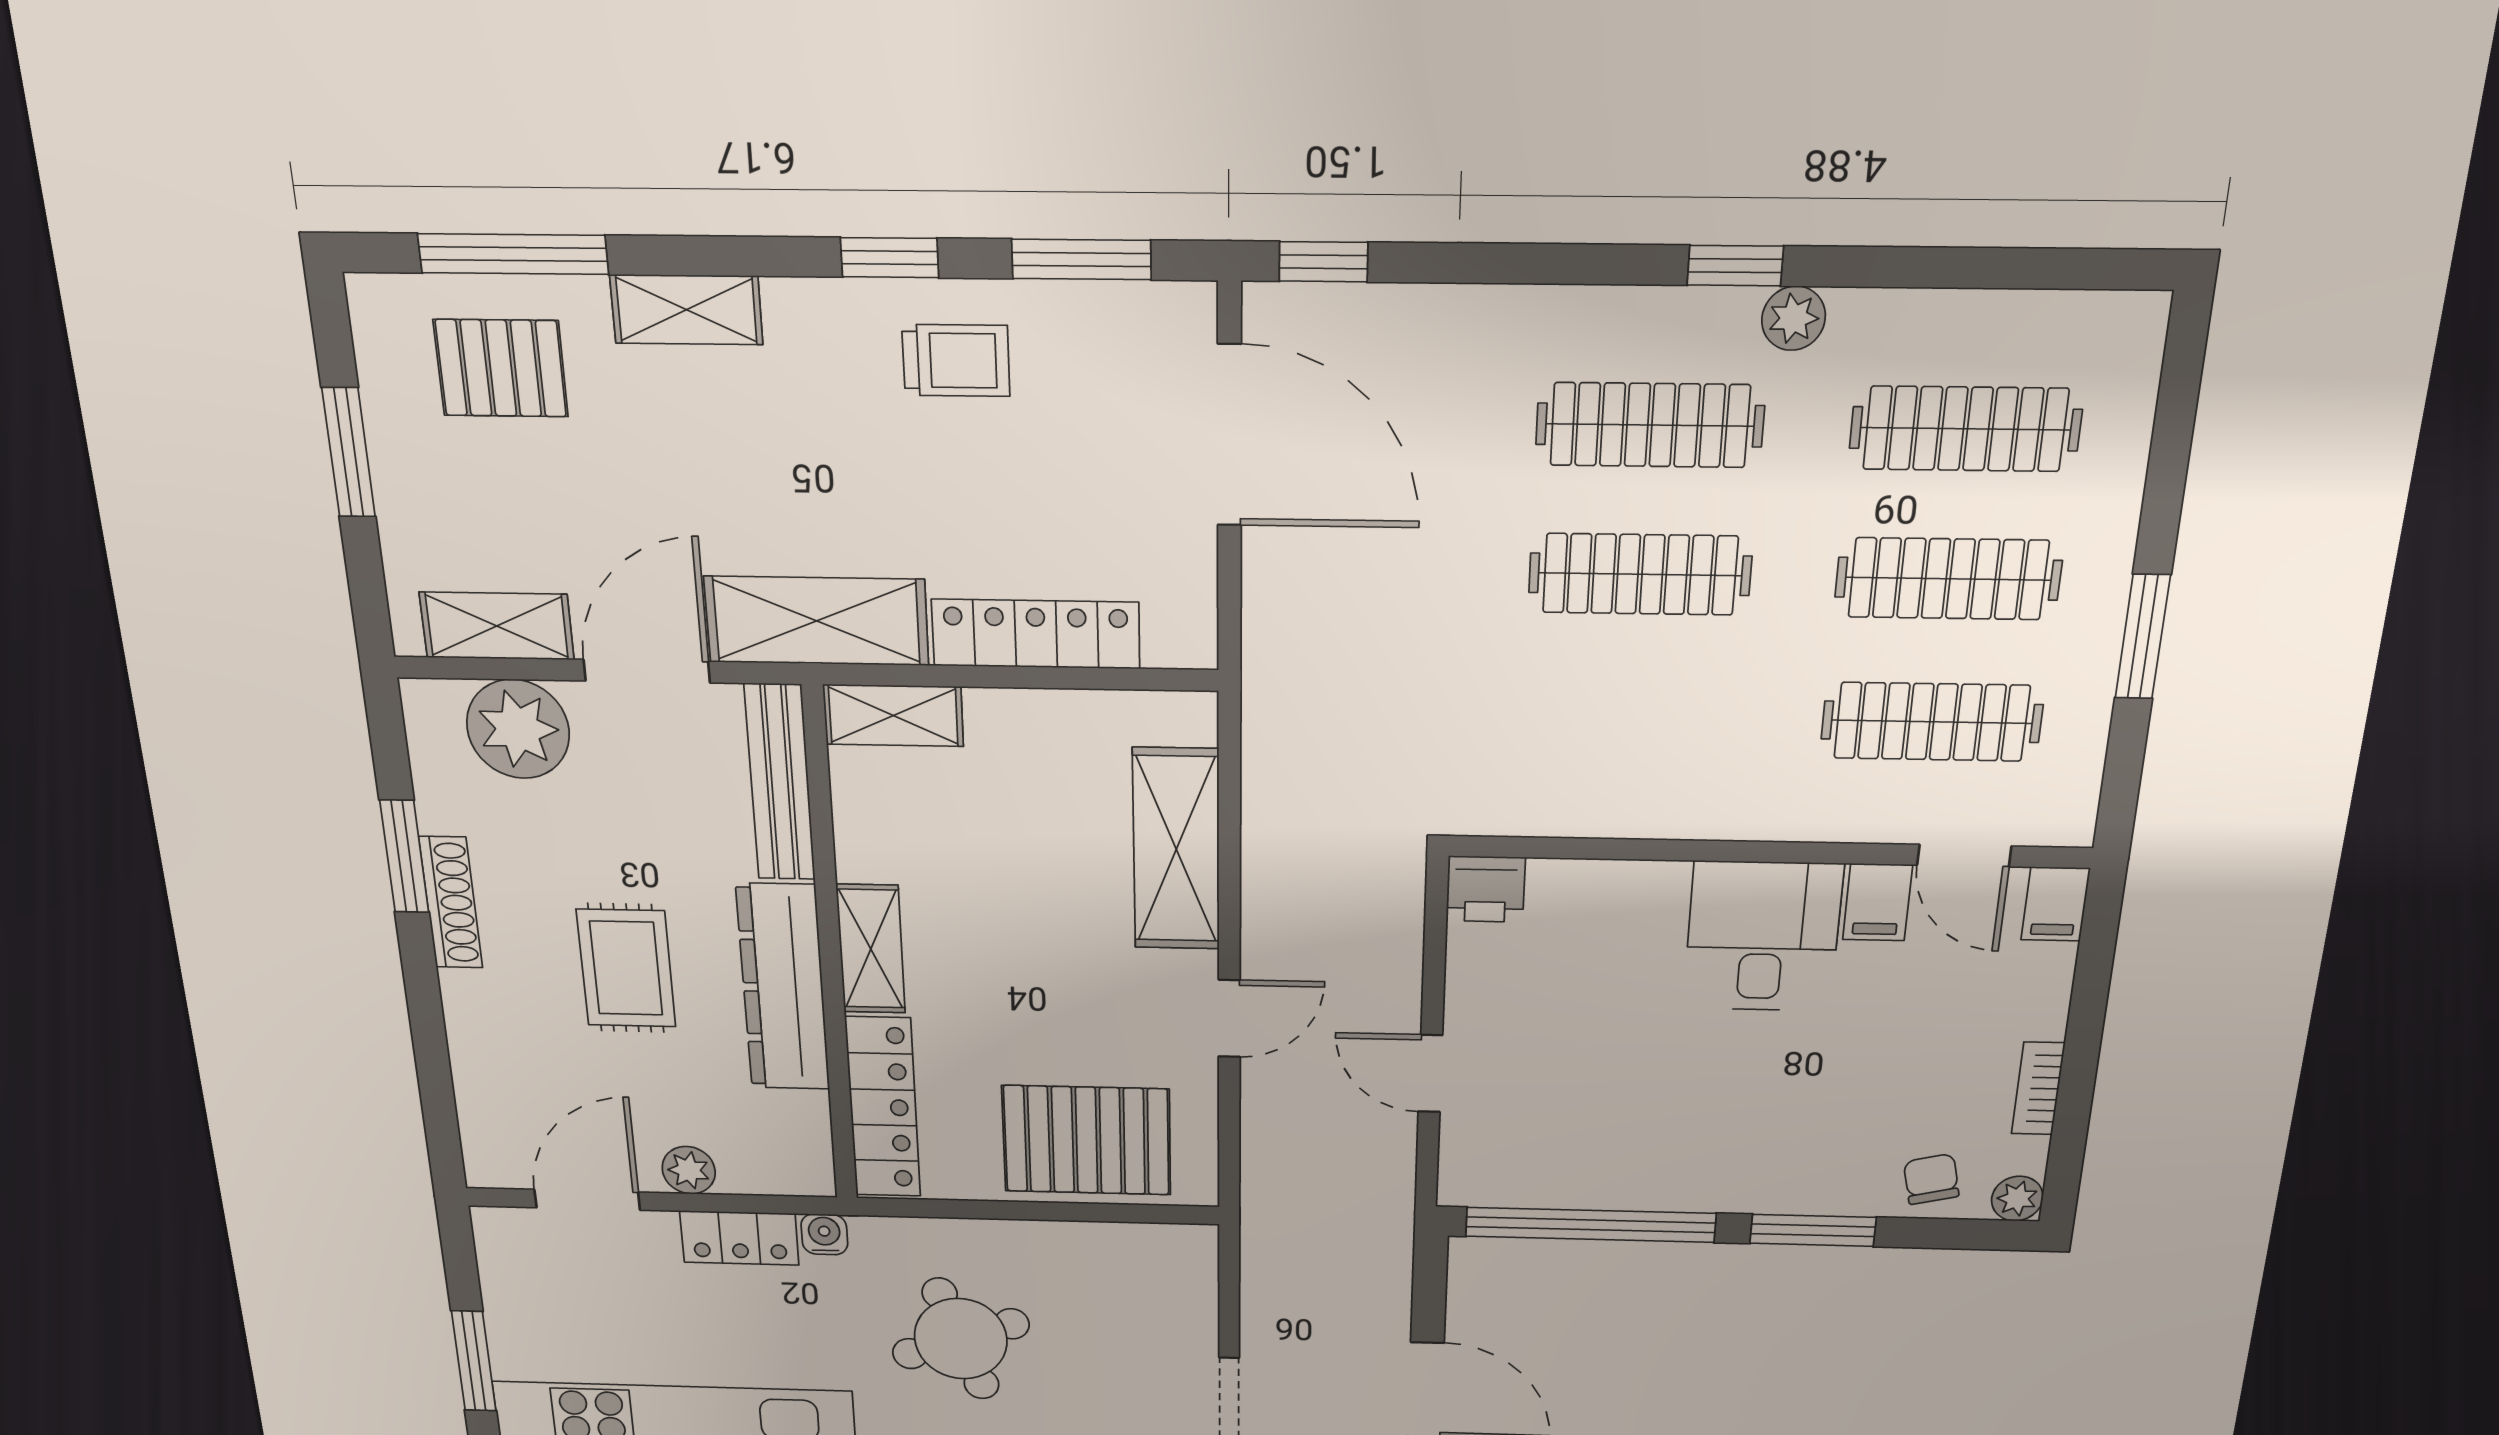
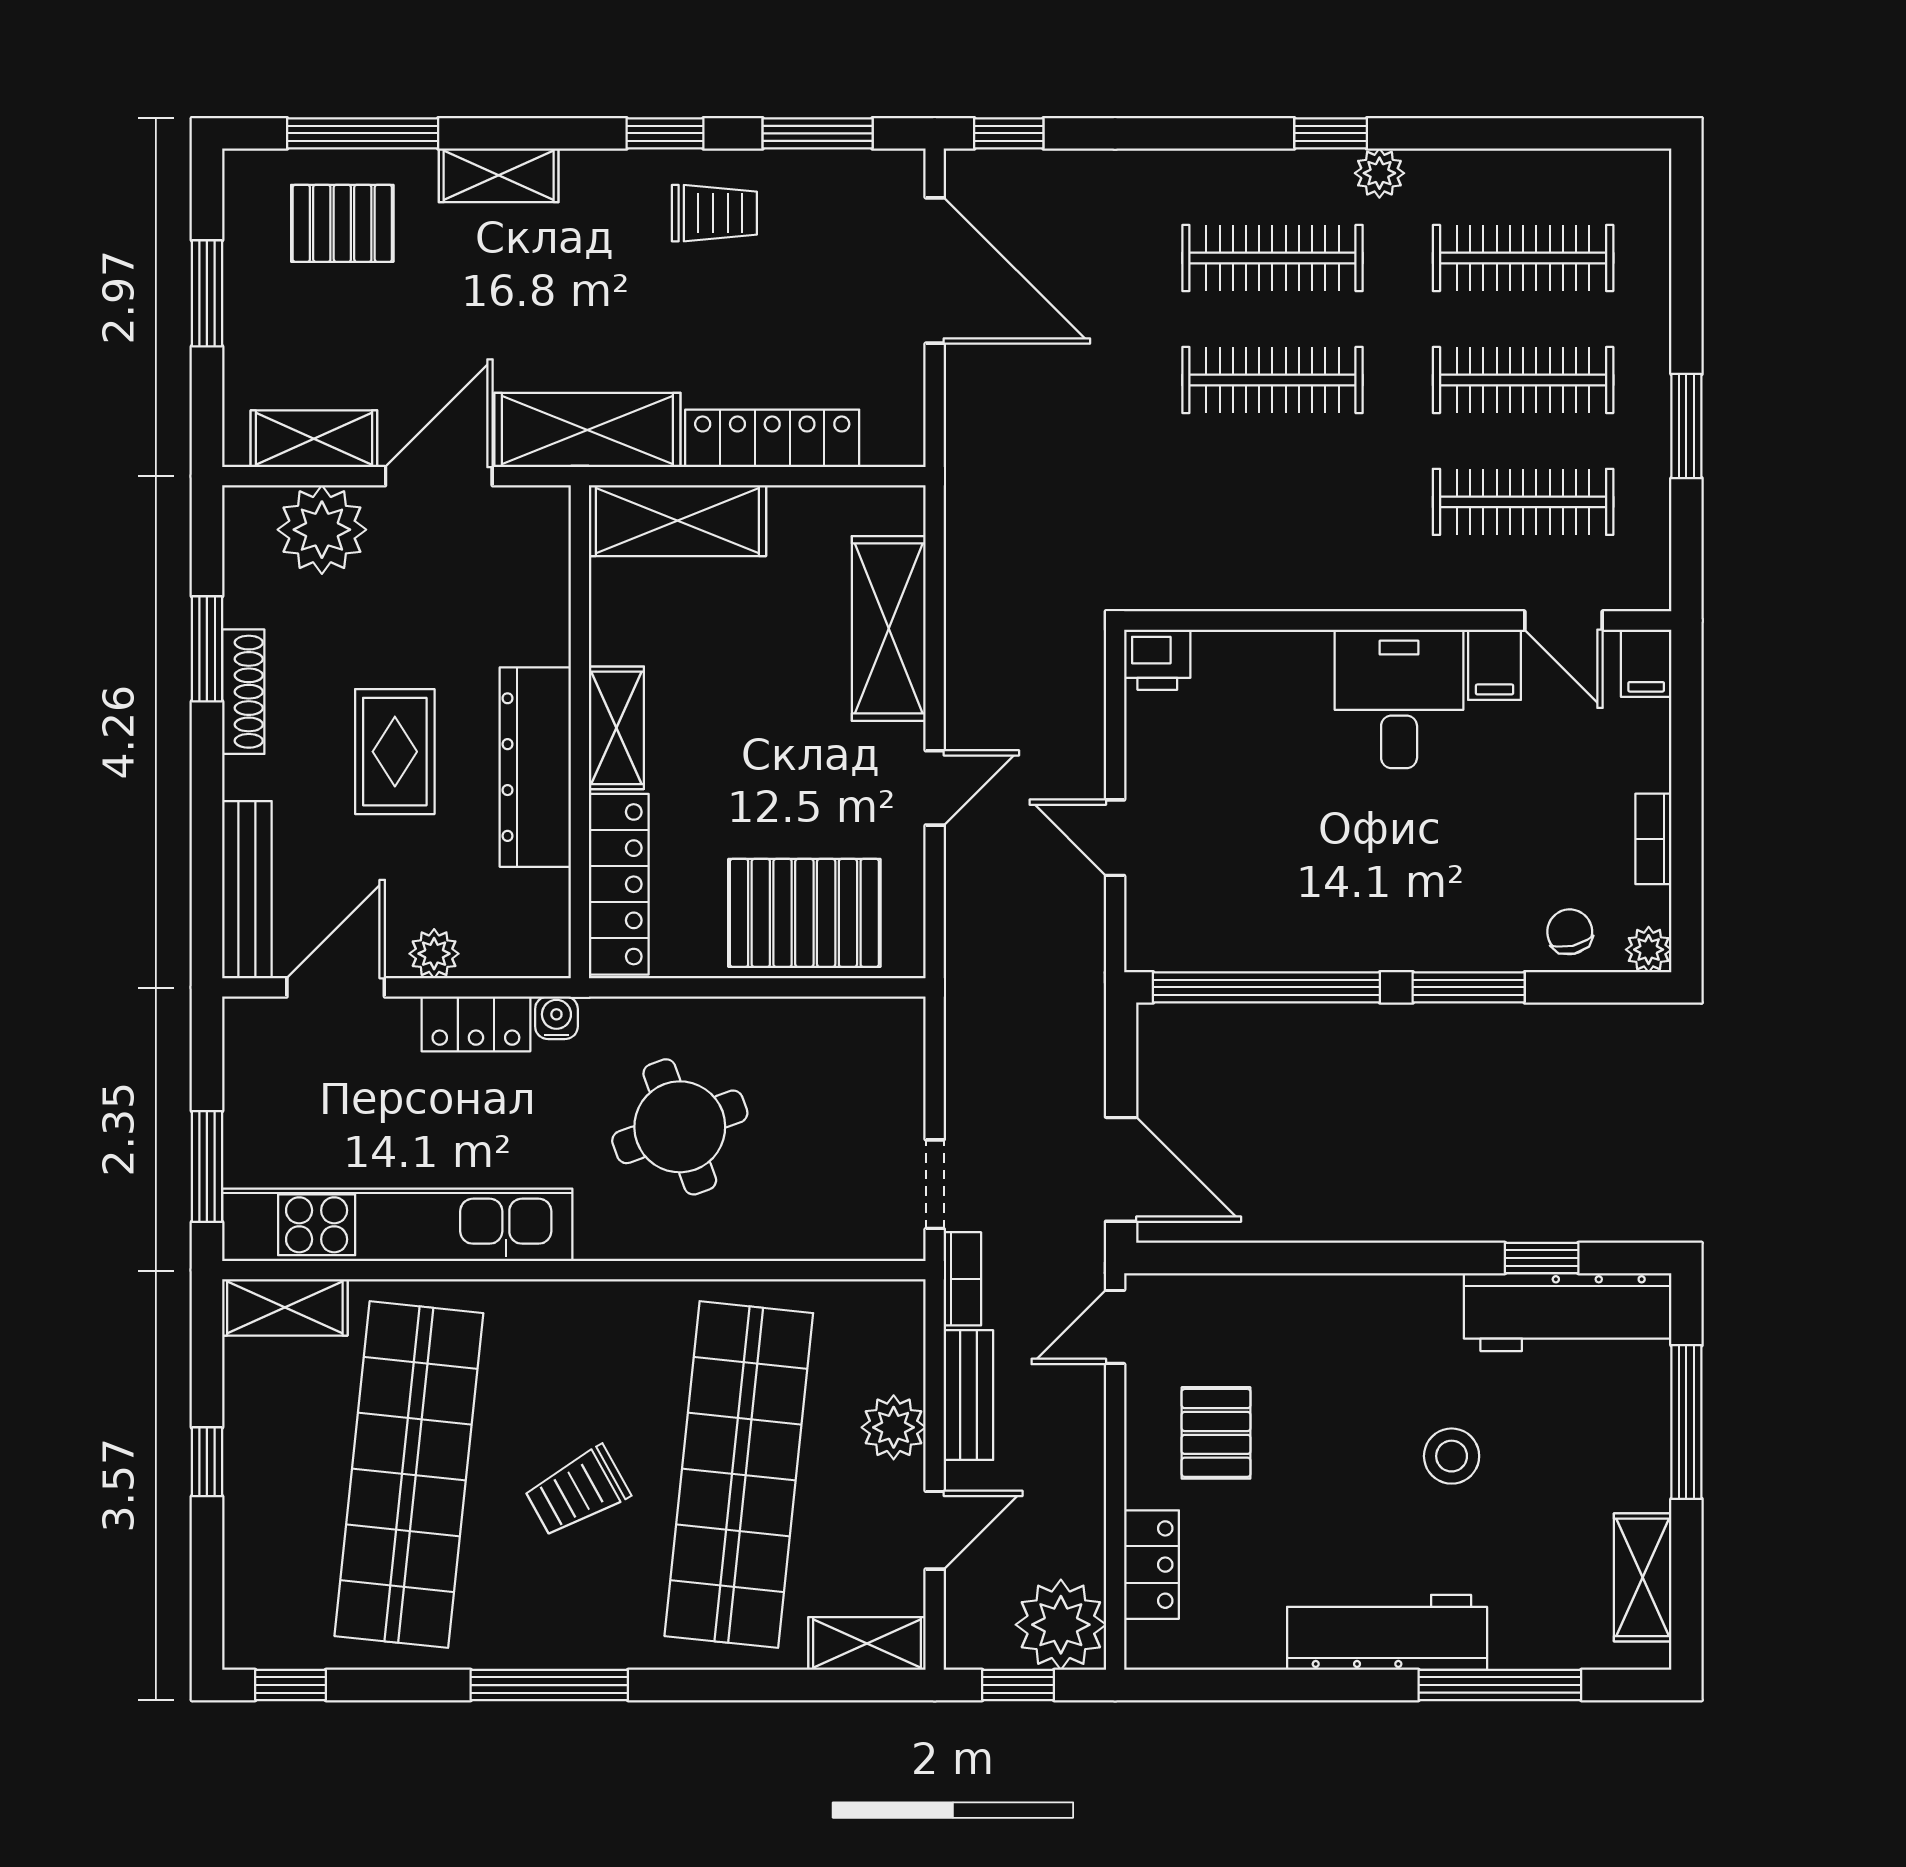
shelving: (893, 716) -> (677, 521), width x1.50, depth x1.33
bench: (780, 783) -> (247, 890), moved

